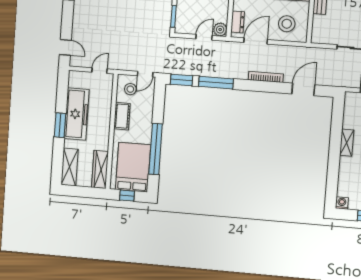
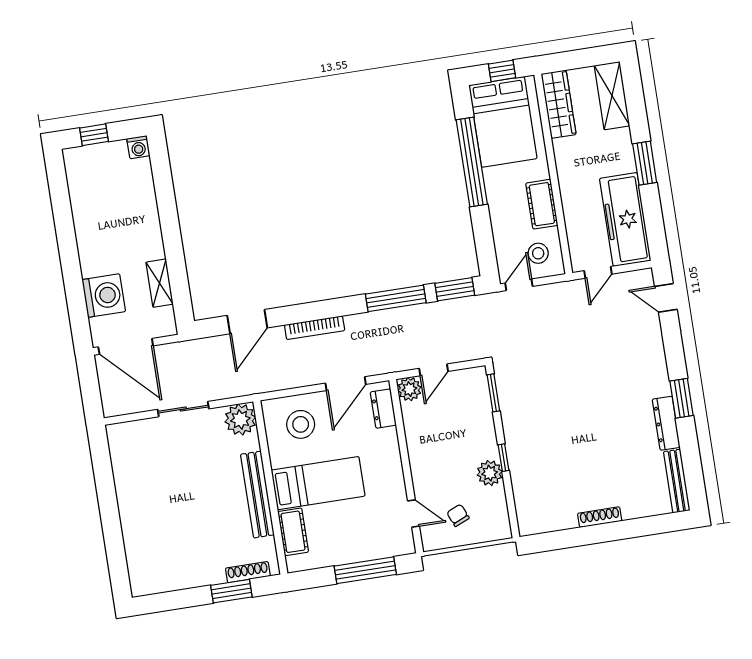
plant: (321, 34) -> (240, 419), added
freezer: (77, 114) -> (625, 220), moved
shelving: (347, 143) -> (160, 283), moved

